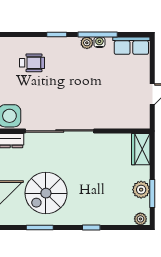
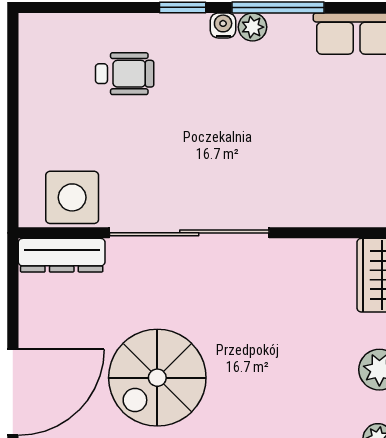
water cooler: (99, 42) -> (223, 25), moved

